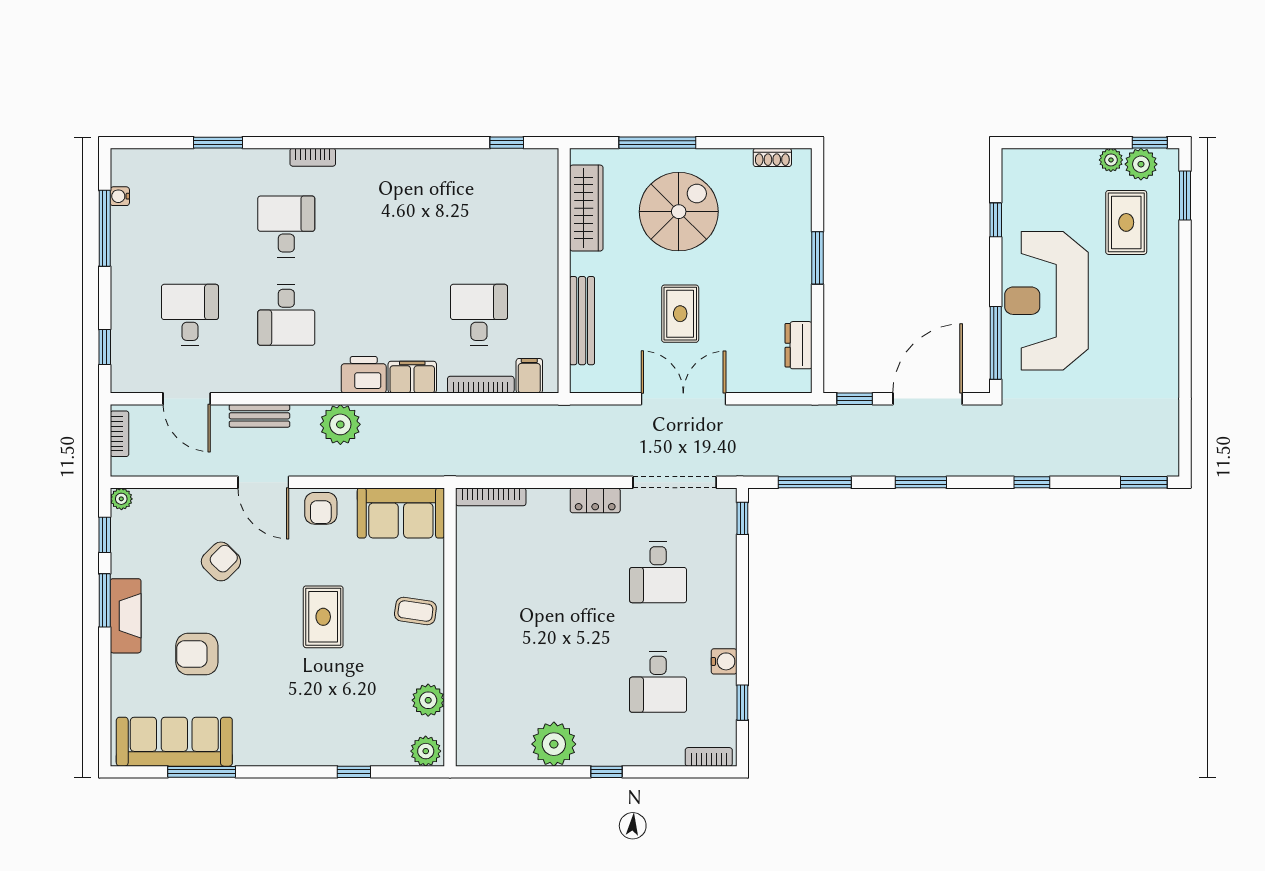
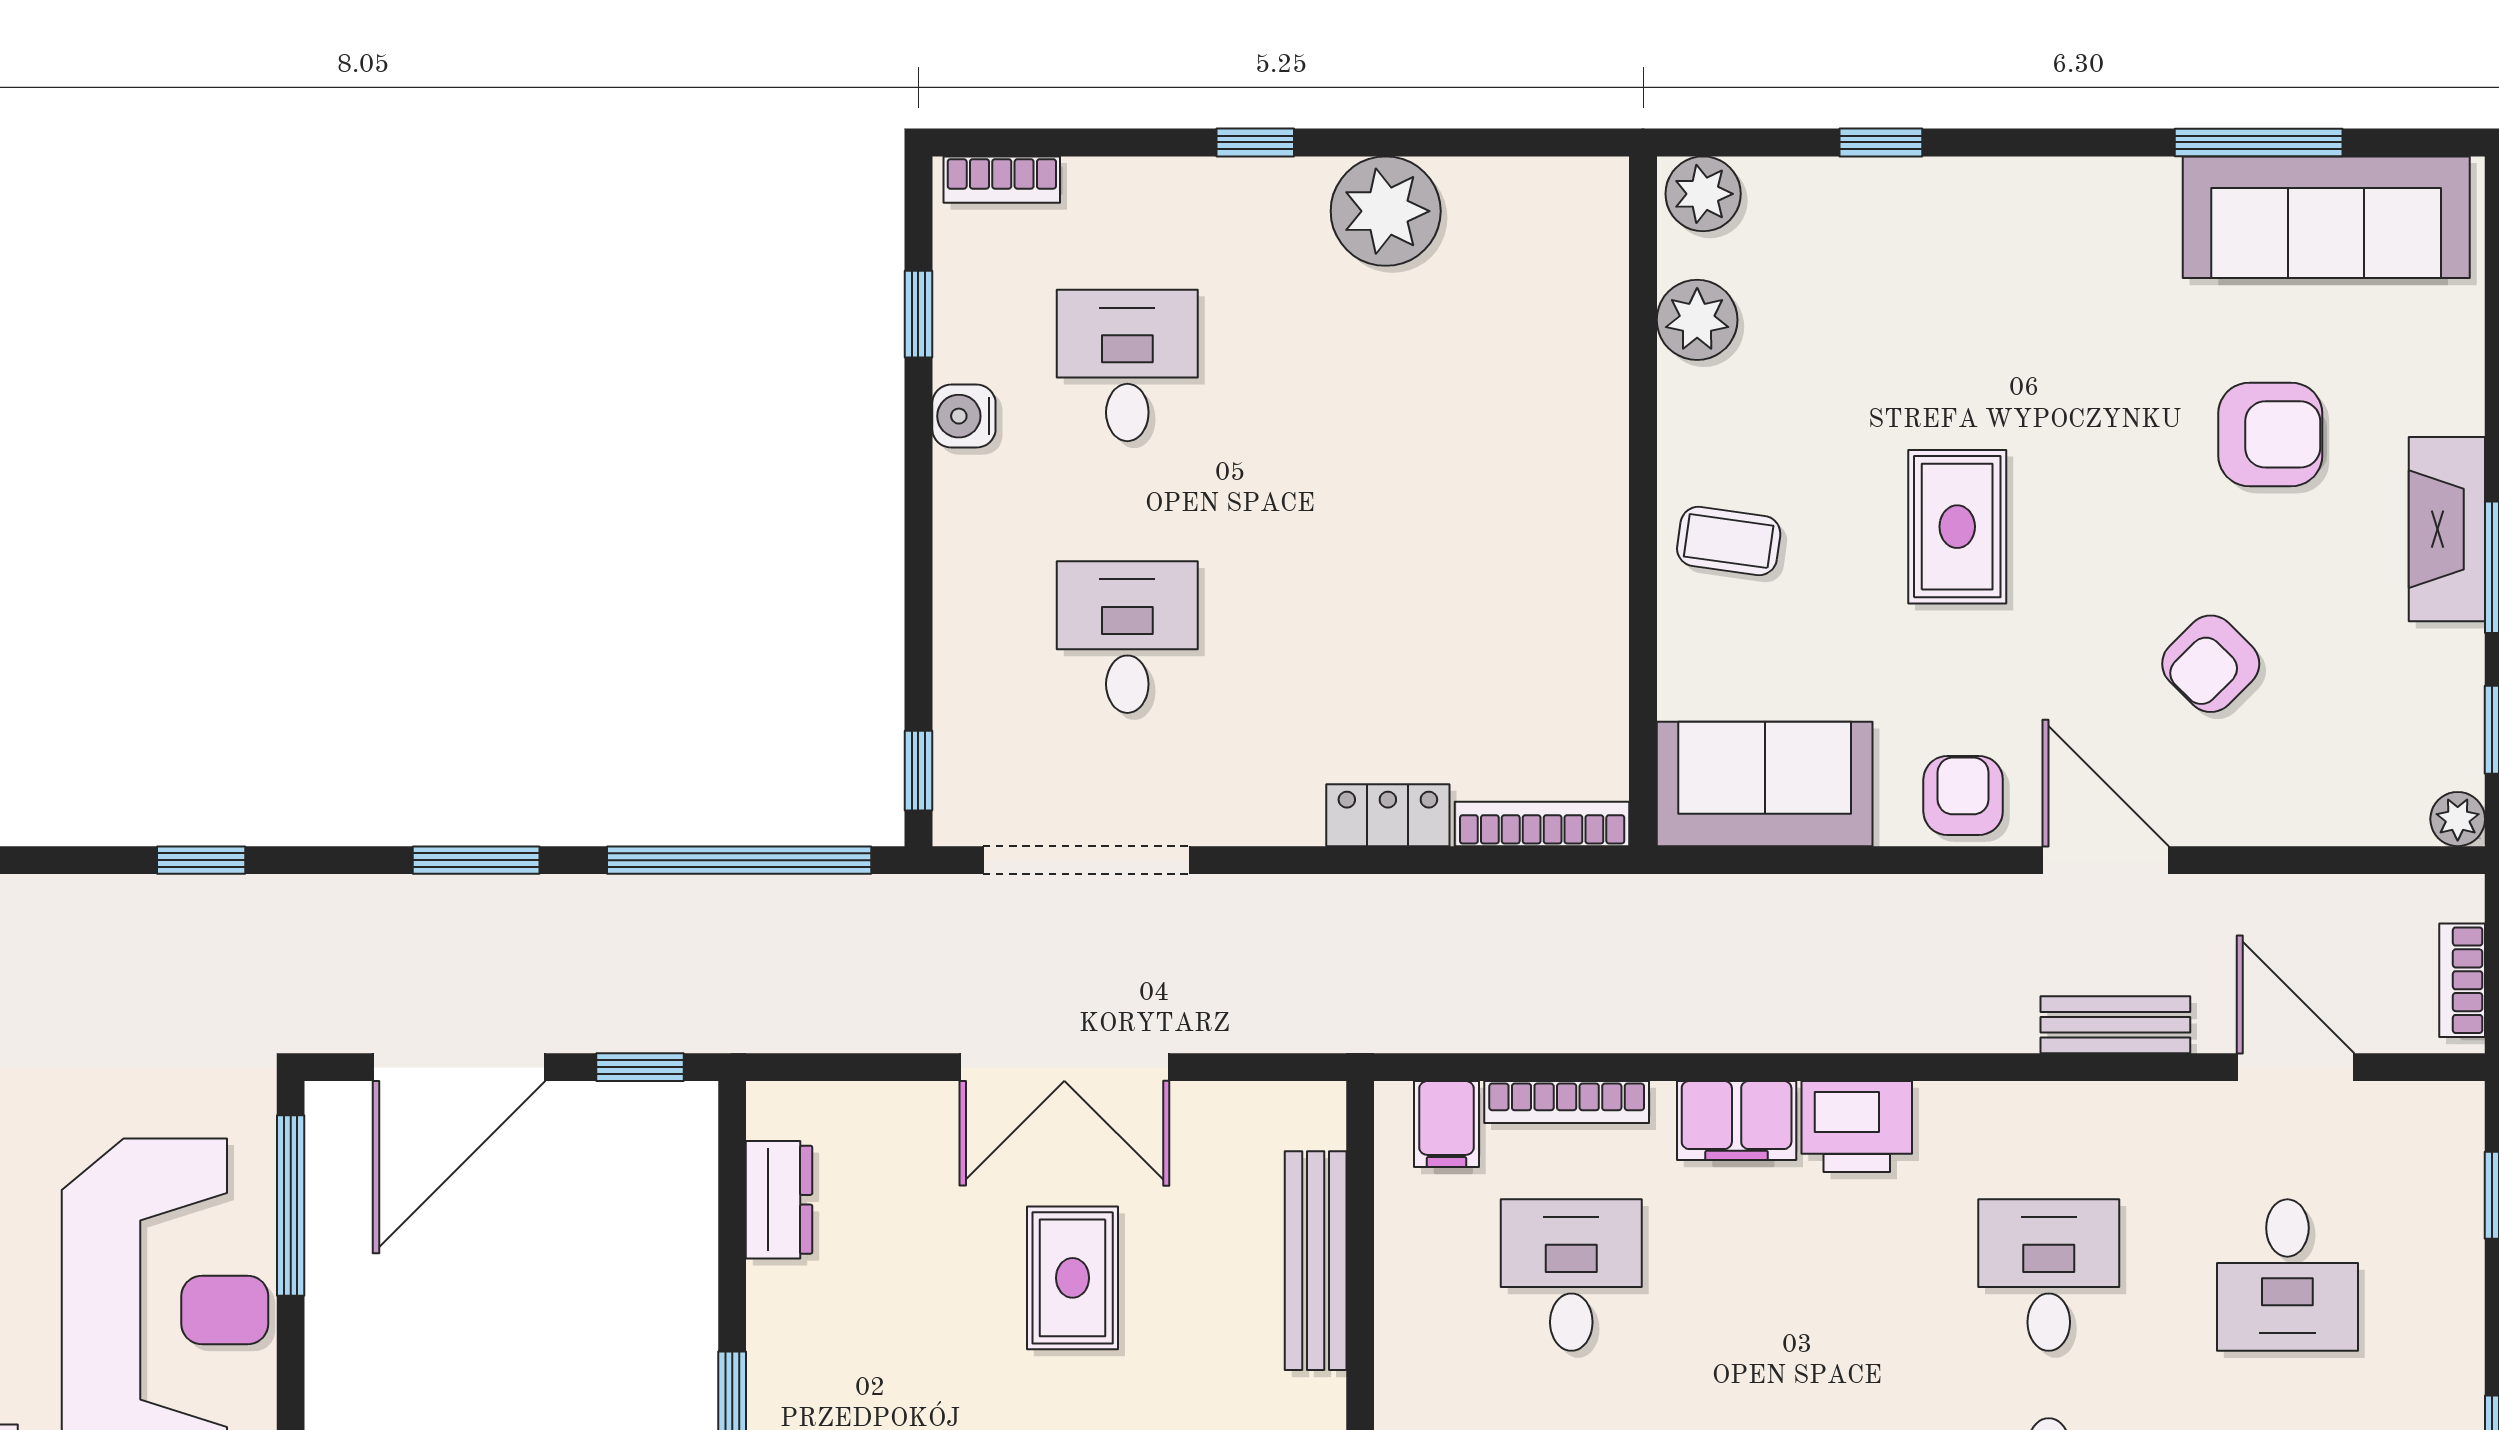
desk: (479, 315) -> (1571, 1275), turned 180
plant: (340, 424) -> (1915, 1003), removed
window: (815, 482) -> (739, 860), width x1.46
locker: (595, 500) -> (1388, 815), moved

